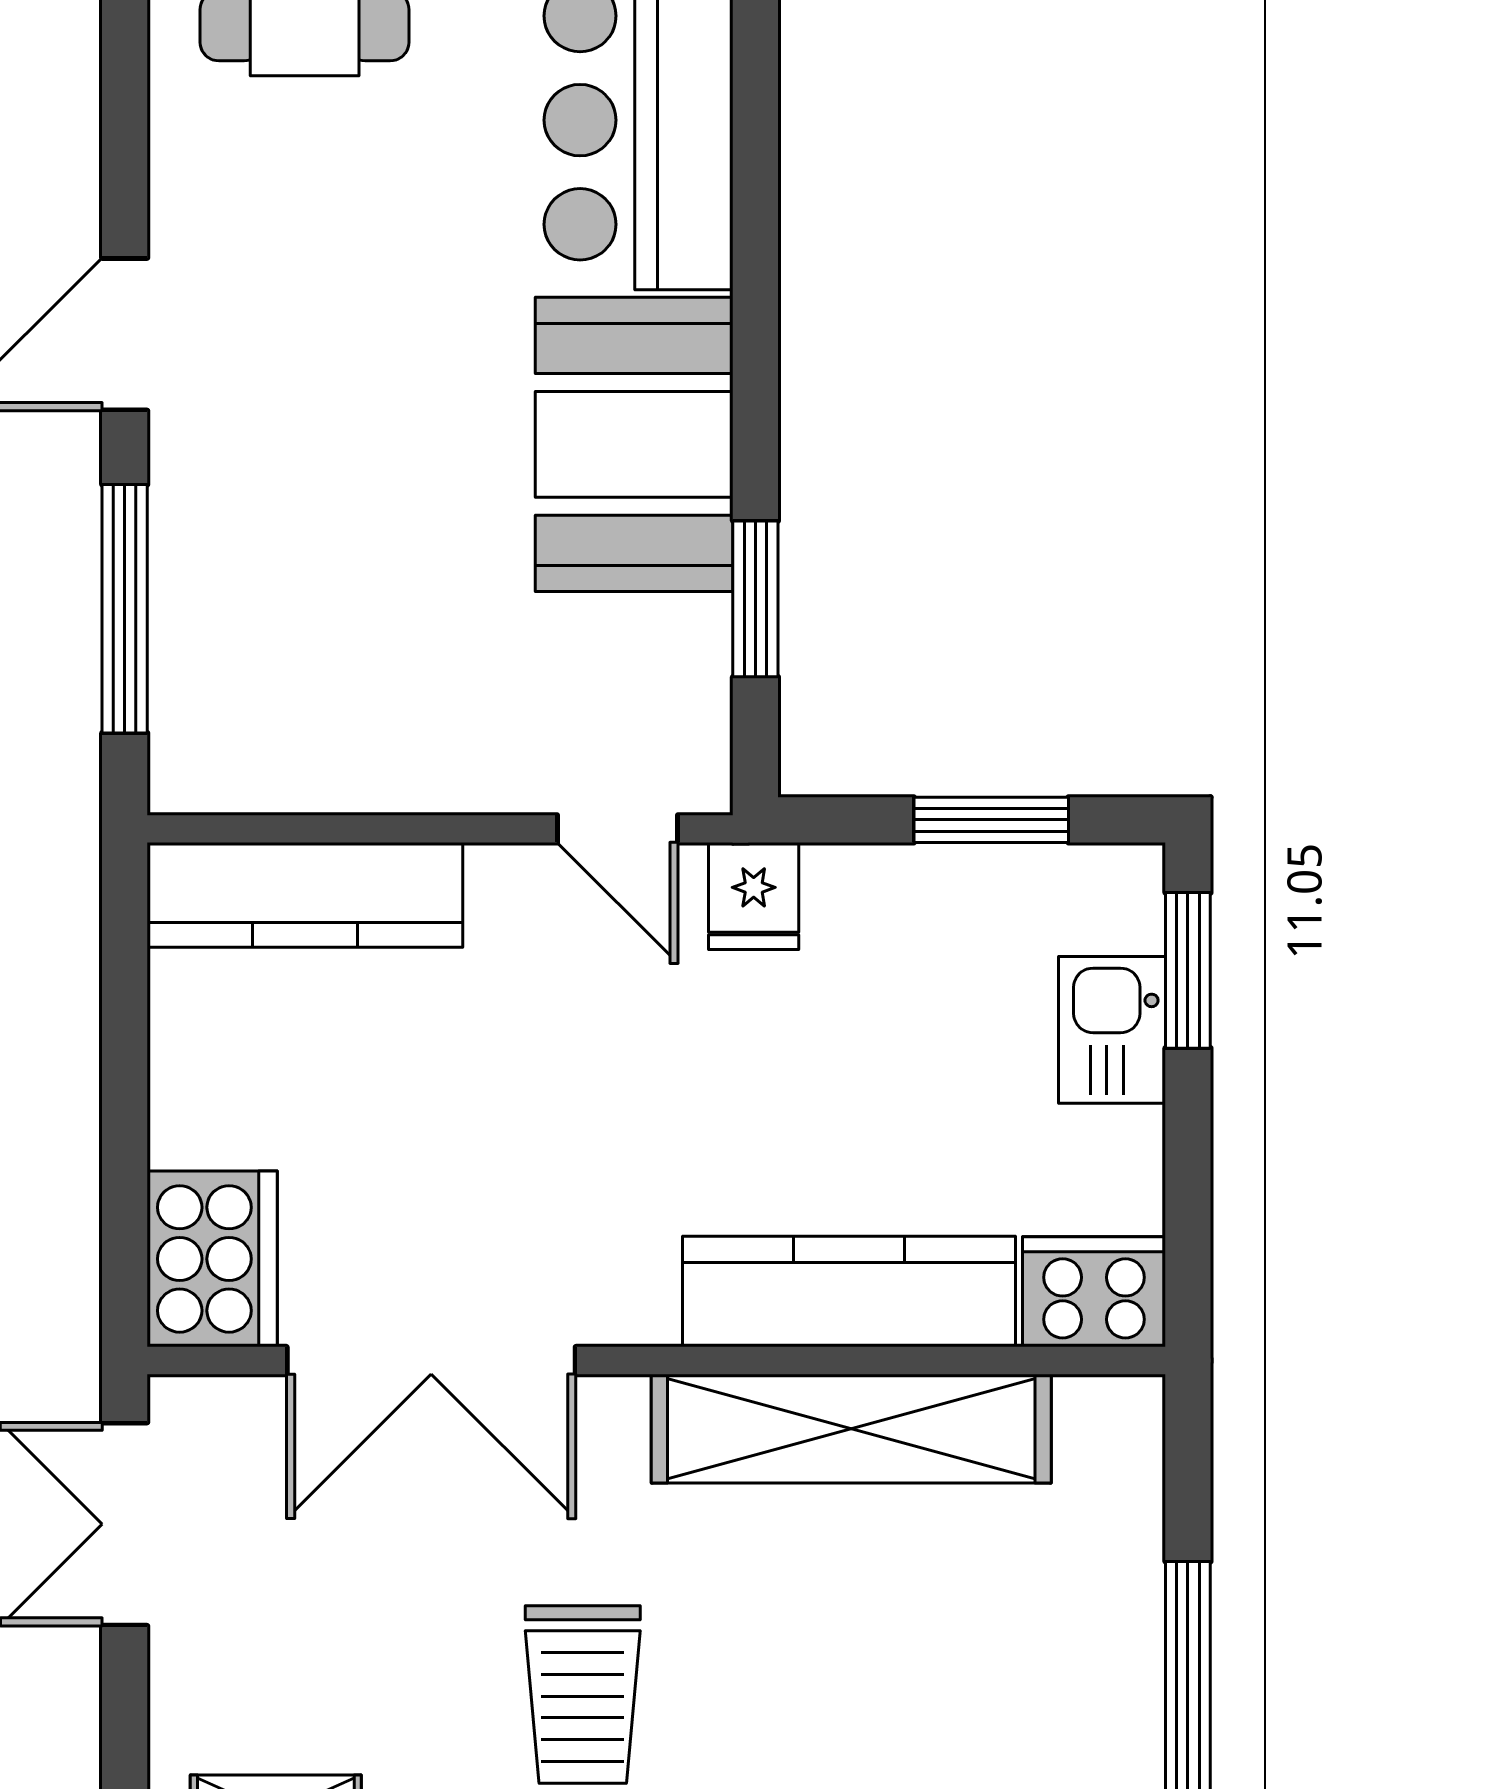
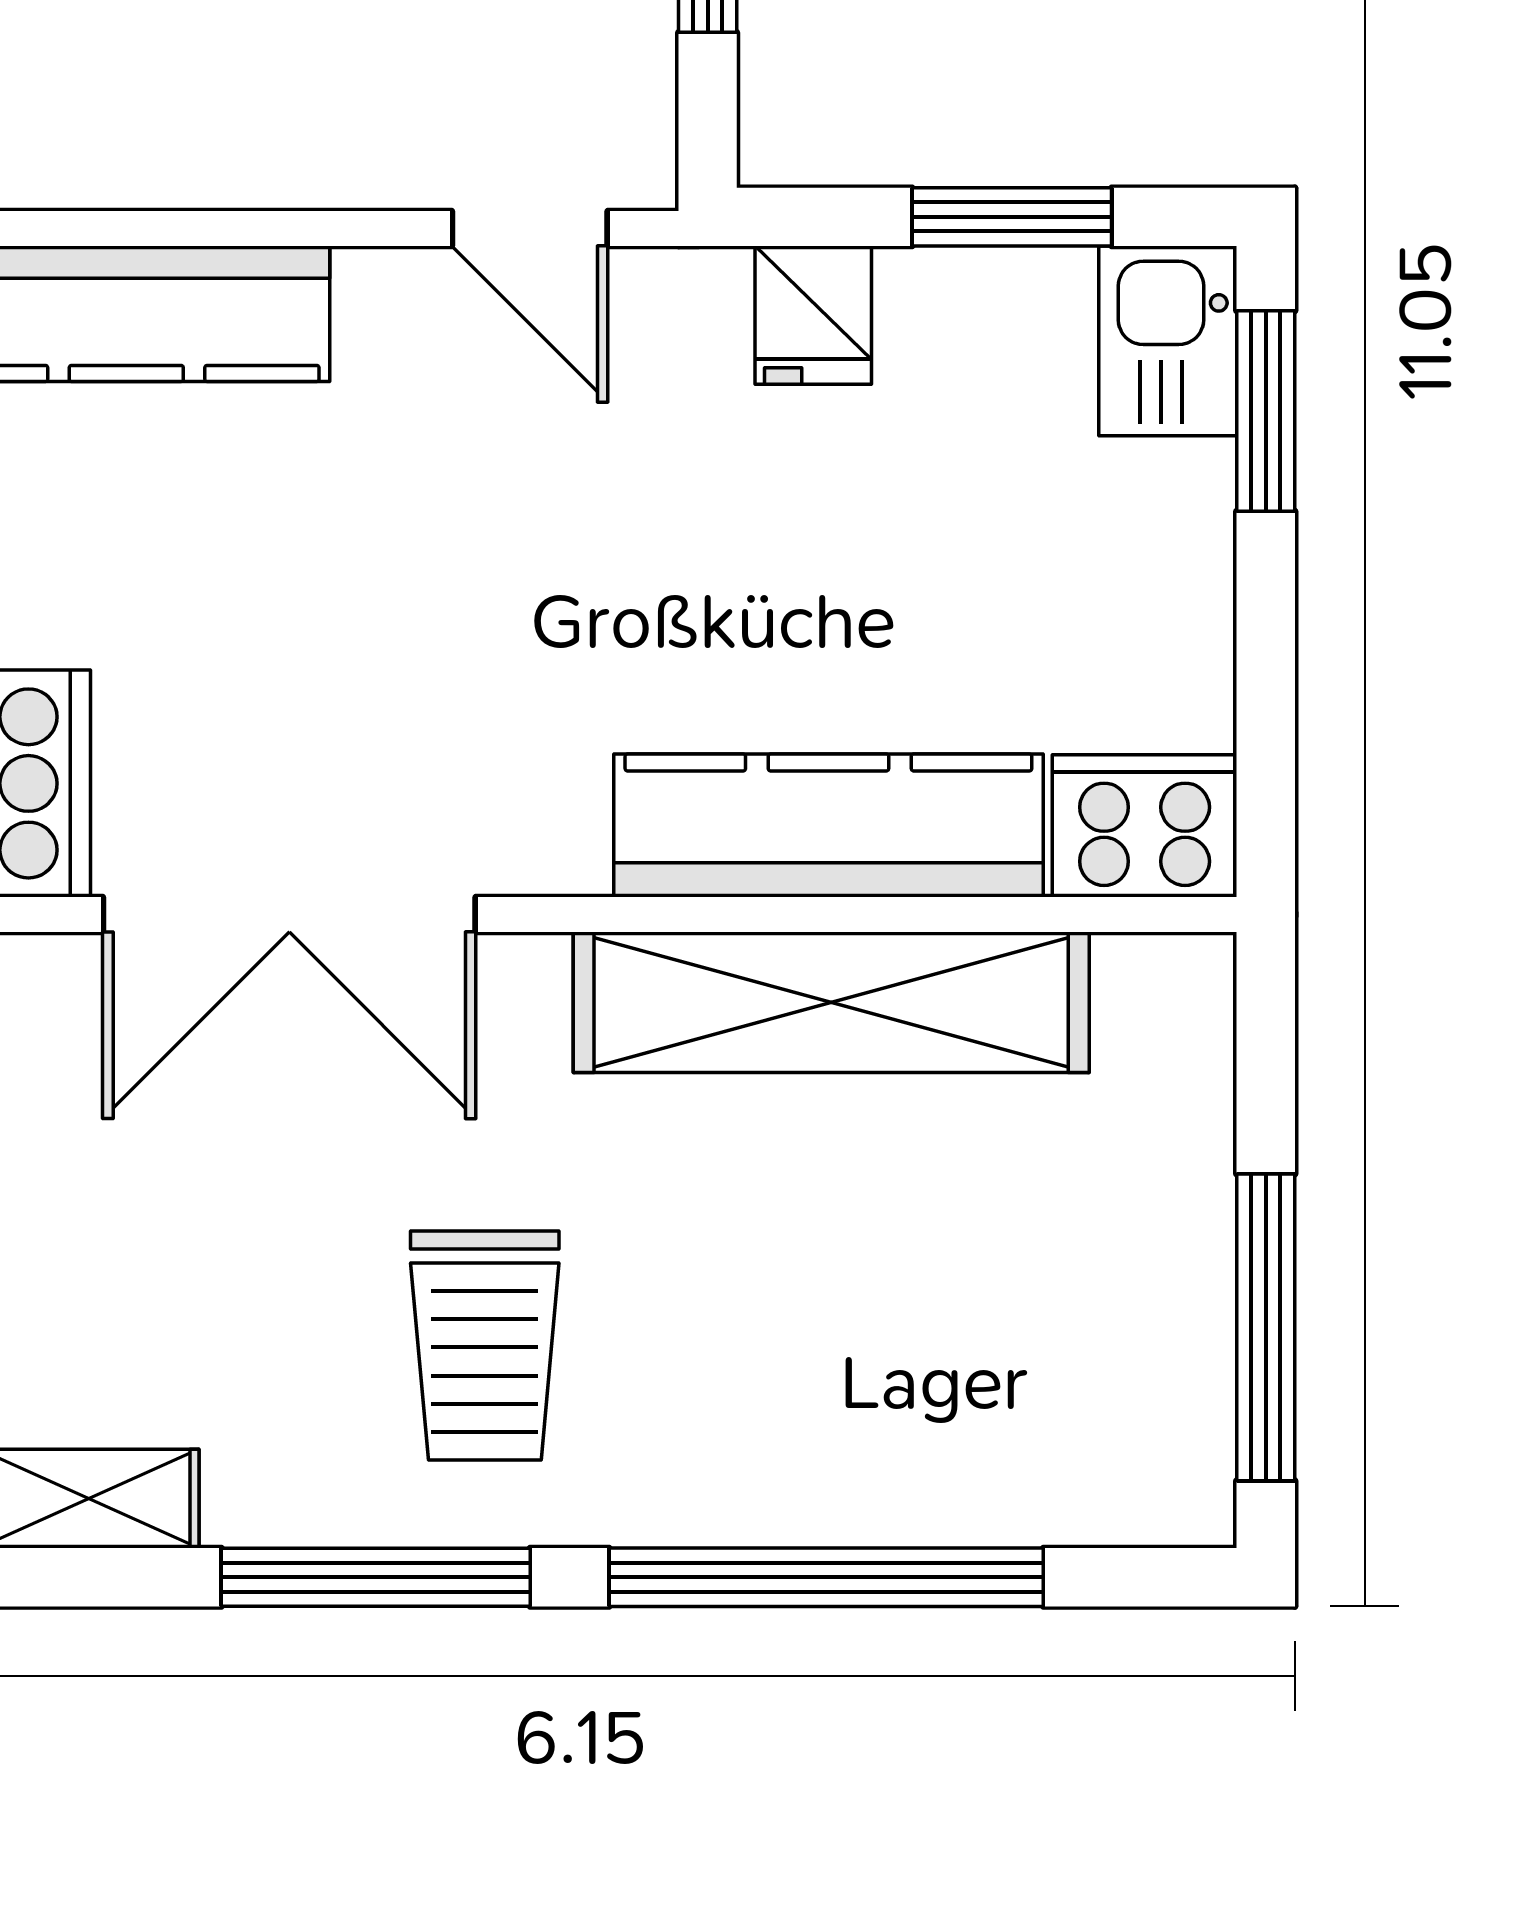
fridge: (754, 896) -> (813, 315), moved
kitchen sink: (1112, 1030) -> (1168, 341), moved

